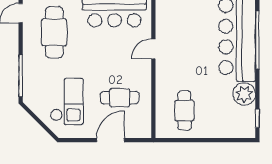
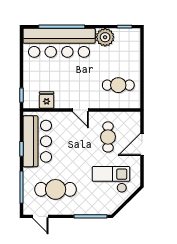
fridge: (166, 21) -> (47, 100), added
door: (153, 49) -> (80, 110), moved
door: (110, 140) -> (142, 144), hinge flipped

